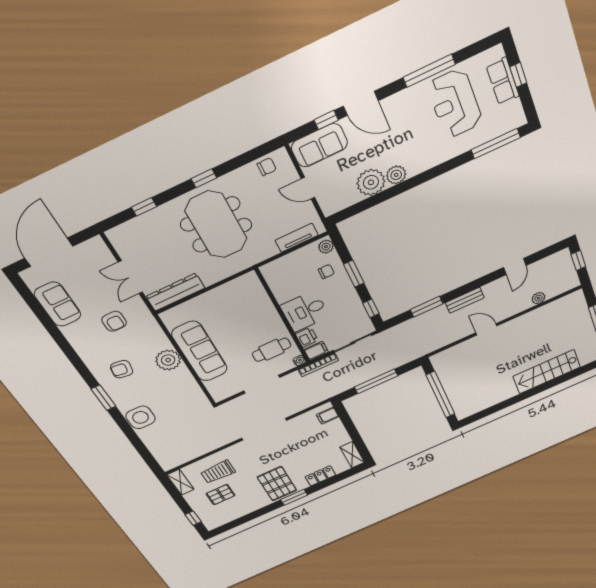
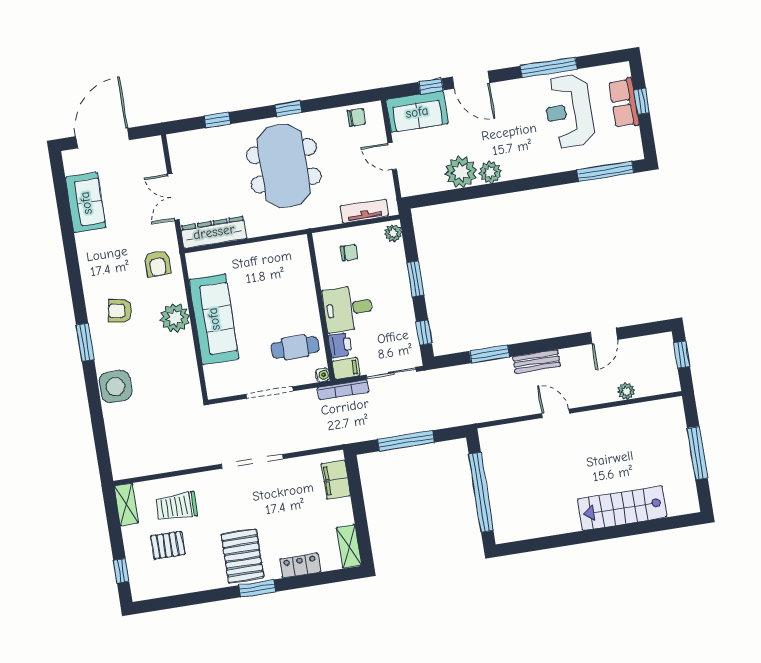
chair: (326, 272) -> (349, 253), moved
armchair: (114, 321) -> (157, 264), moved
filing cabinet: (328, 416) -> (336, 480), width x2.00

